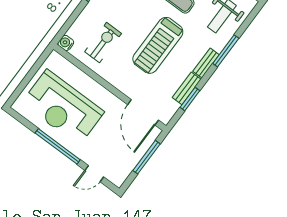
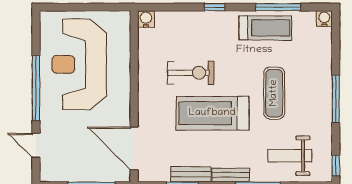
exercise bike: (103, 43) -> (191, 73), moved
door: (143, 112) -> (134, 148), hinge flipped

